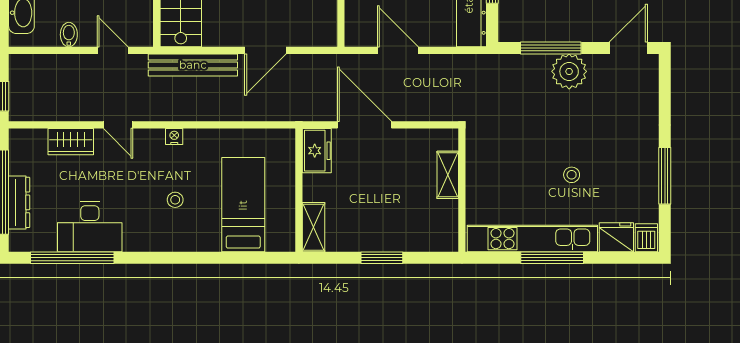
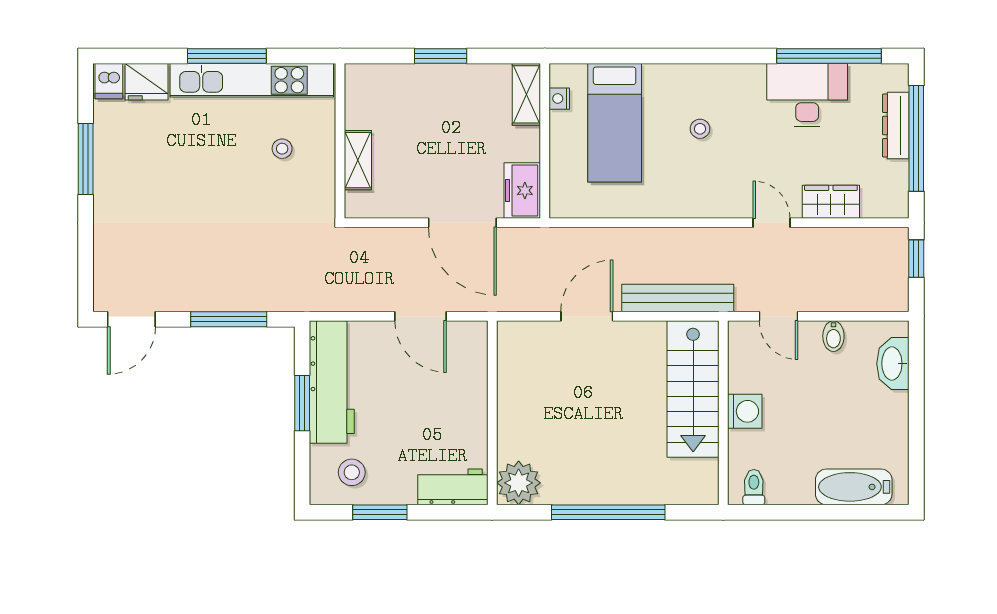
plant: (569, 71) -> (206, 290), removed
nightstand: (174, 137) -> (559, 99), moved, turned 90
stool: (572, 175) -> (282, 149), moved

